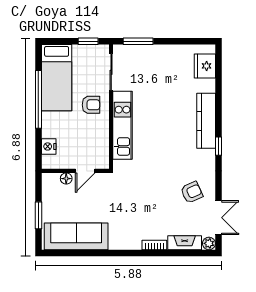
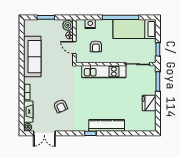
fridge: (205, 66) -> (149, 103), moved, turned -90
armchair: (91, 105) -> (96, 46), moved
plant: (51, 181) -> (68, 25), added
armchair: (192, 192) -> (61, 106), moved
sofa: (76, 236) -> (32, 57), moved

